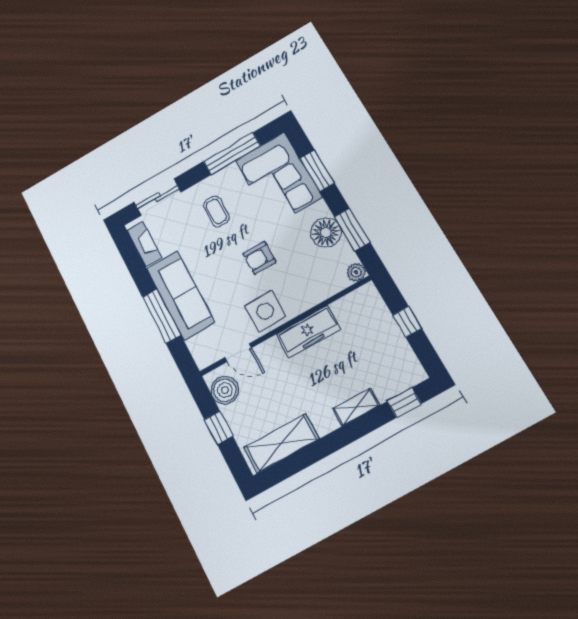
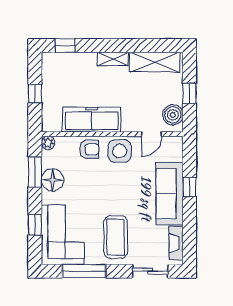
window: (317, 171) -> (35, 225), width x0.67
coffee table: (216, 211) -> (116, 237), width x1.86, depth x1.72
armchair: (259, 258) -> (89, 149), moved
window: (161, 316) -> (189, 187), width x0.46
freezer: (308, 332) -> (92, 120), width x1.36, depth x1.26
door: (238, 353) -> (152, 134), swing flipped
shelving: (356, 407) -> (113, 59), moved

